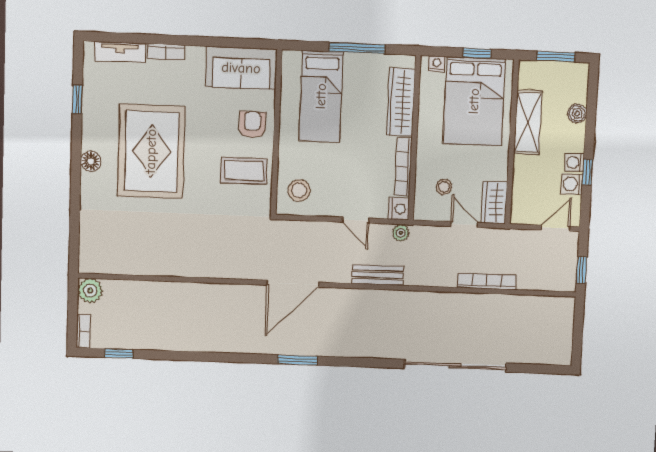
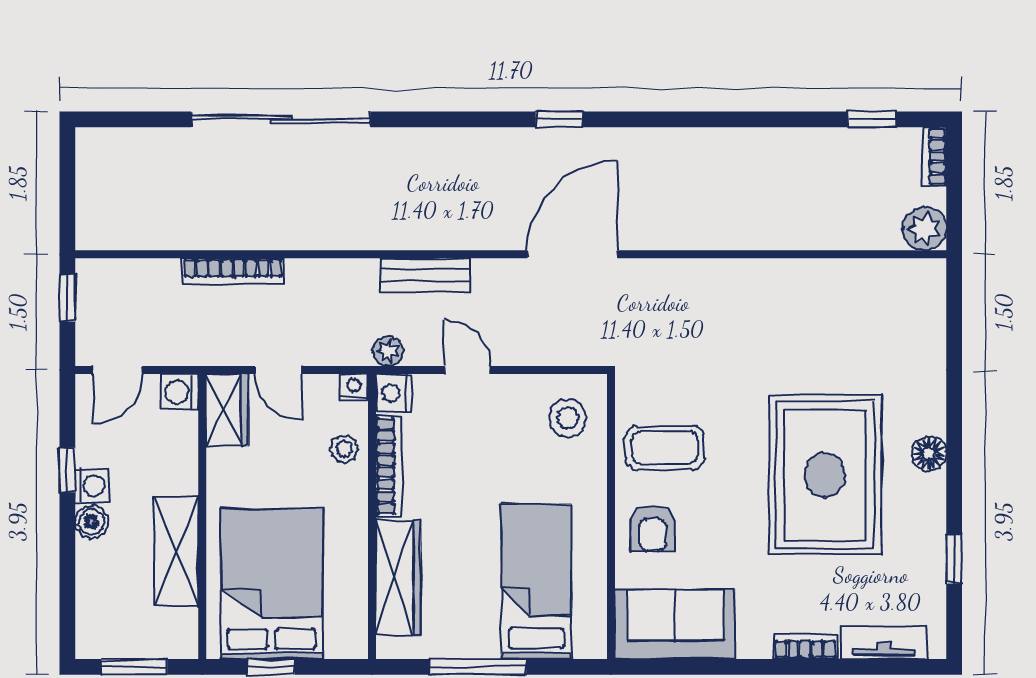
nightstand: (437, 64) -> (354, 387), moved, turned 180
boiler: (577, 113) -> (92, 522), moved
washing machine: (572, 184) -> (180, 392), moved, turned 180
stool: (444, 187) -> (344, 449), moved
window: (297, 360) -> (559, 119), width x0.67

